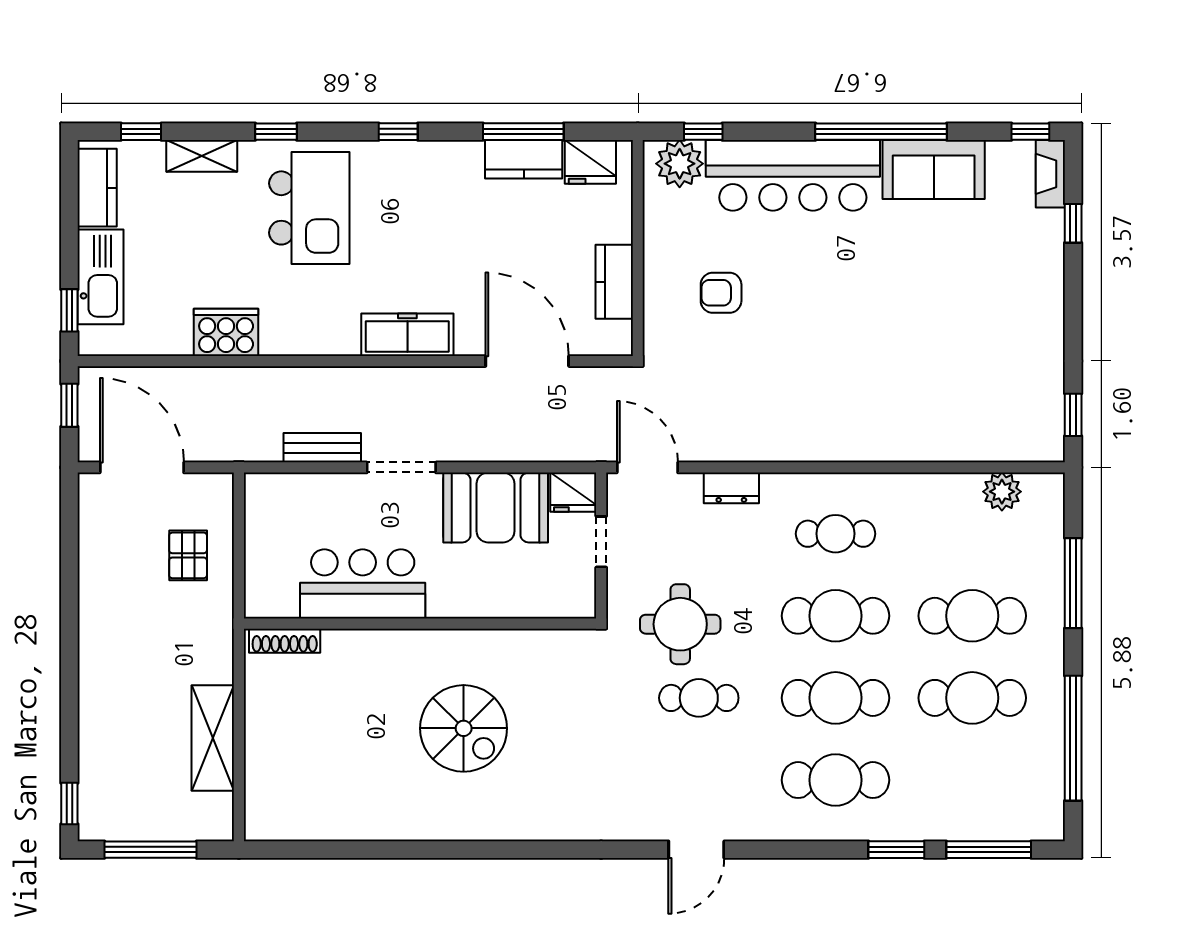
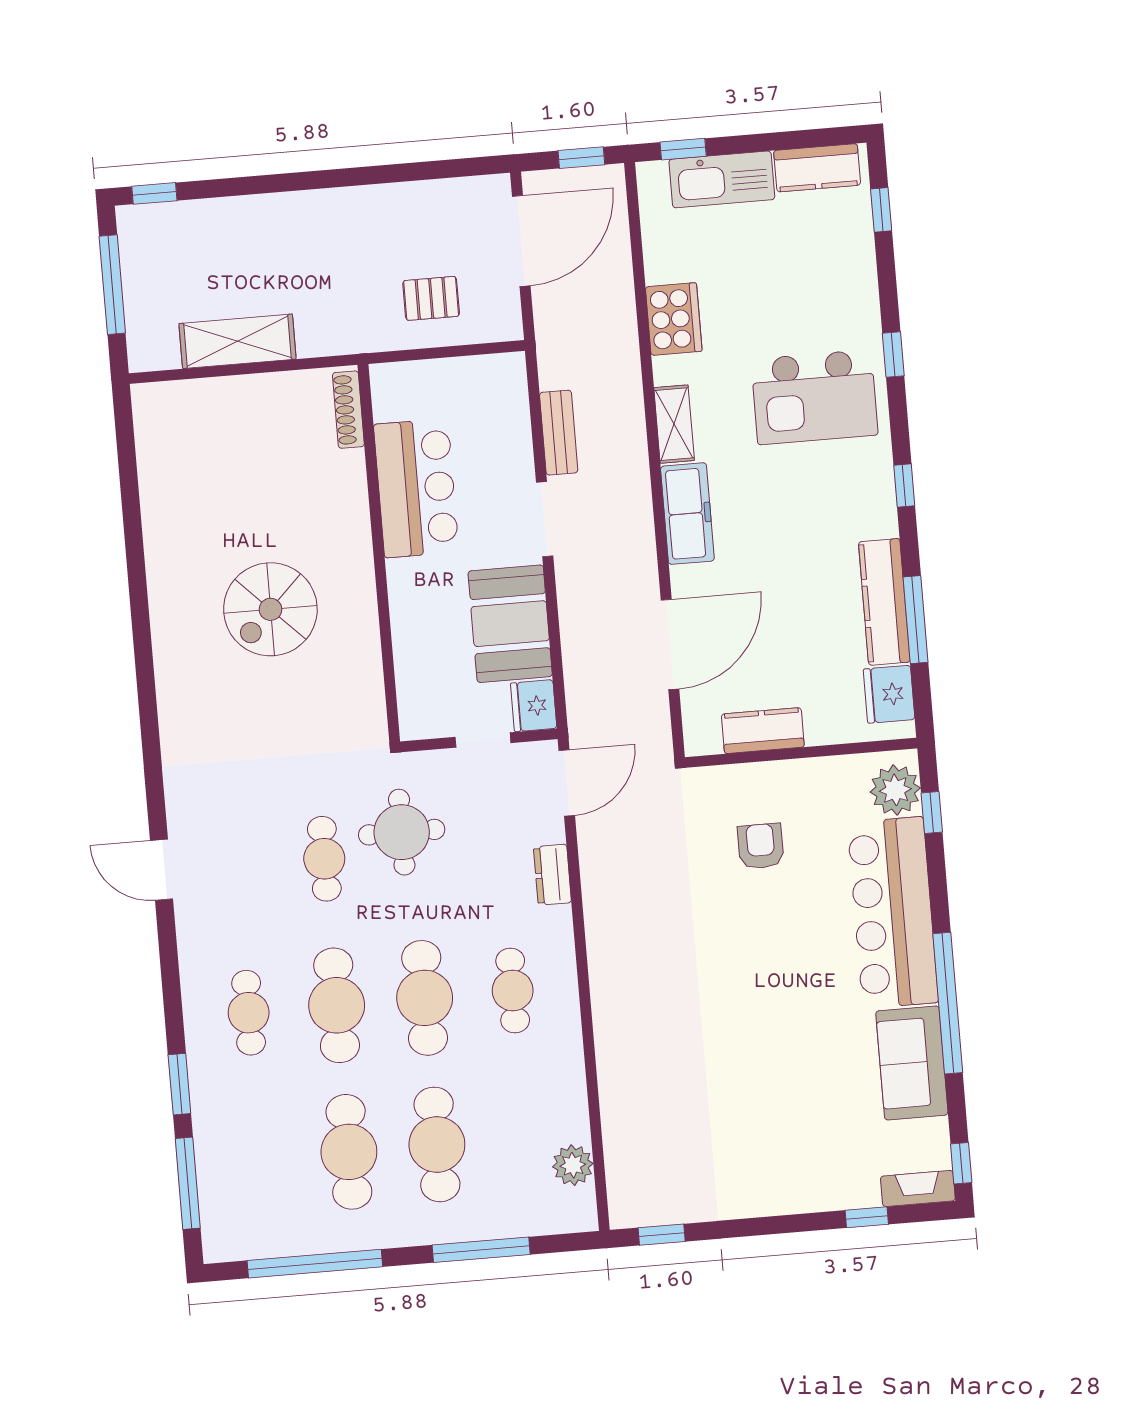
shelving: (202, 156) -> (674, 424), moved
kitchen counter: (524, 159) -> (884, 602), width x1.50
cafe table: (836, 780) -> (249, 1013), width x0.73, depth x0.74

